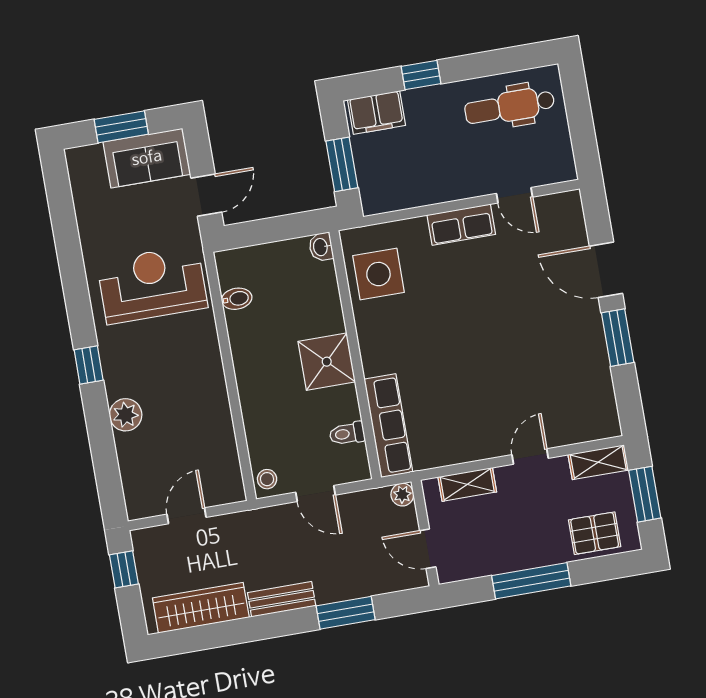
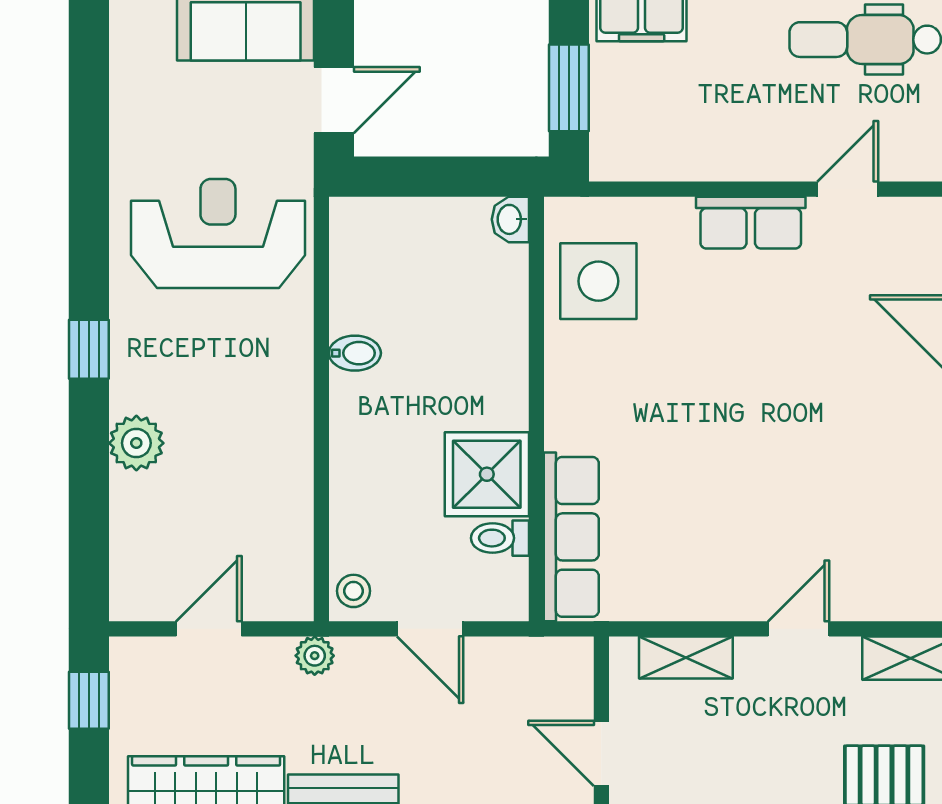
door: (514, 195) -> (848, 189), swing flipped
bidet: (237, 299) -> (355, 353), moved
shower: (327, 362) -> (487, 474), moved
plant: (402, 495) -> (315, 656), moved

